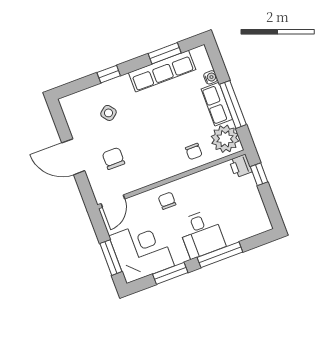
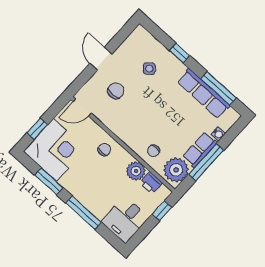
window: (165, 53) -> (219, 88), width x1.44
door: (73, 157) -> (101, 59), width x0.73
printer: (241, 166) -> (151, 183), moved, turned -90
plant: (205, 180) -> (136, 171), added
desk: (201, 234) -> (125, 220), moved
window: (111, 258) -> (37, 129), width x0.67

